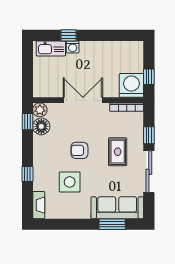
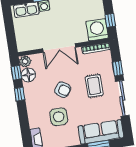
double door: (83, 100) -> (59, 48), swing flipped
armchair: (79, 150) -> (63, 90), turned -146
window: (27, 174) -> (20, 94), moved

